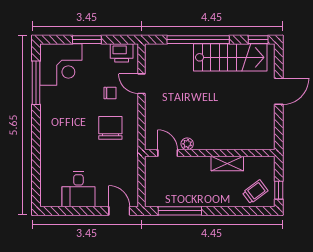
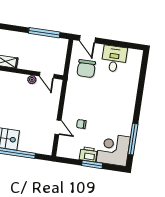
printer: (122, 53) -> (88, 154), moved
chair: (110, 128) -> (86, 69), moved

